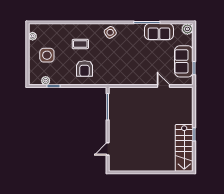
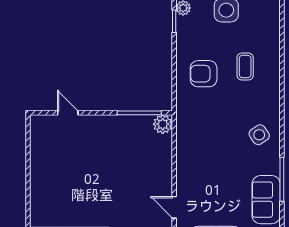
side table: (110, 32) -> (259, 135), moved
door: (163, 86) -> (174, 207), swing flipped
plant: (114, 93) -> (163, 124), added

